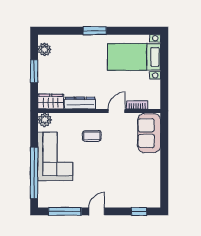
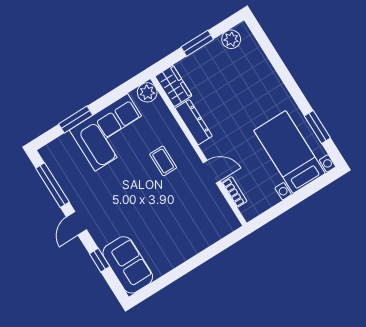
window: (95, 31) -> (317, 127), moved
sofa: (149, 133) -> (128, 265), moved, turned 90
window: (34, 173) -> (76, 119), width x0.47
door: (97, 211) -> (76, 223), swing flipped
window: (139, 211) -> (100, 260), moved

